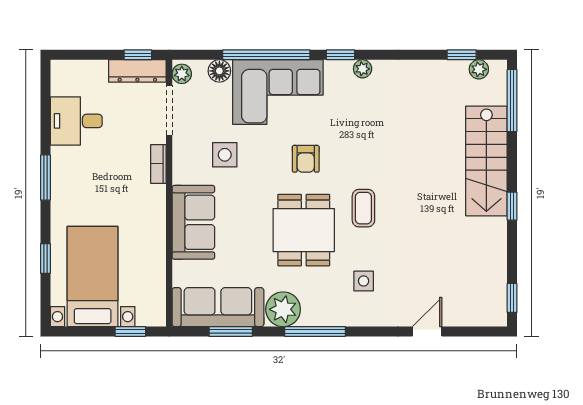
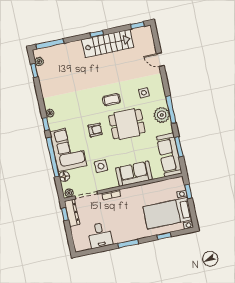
stairs: (486, 161) -> (108, 43), moved
plant: (283, 309) -> (162, 115), moved

